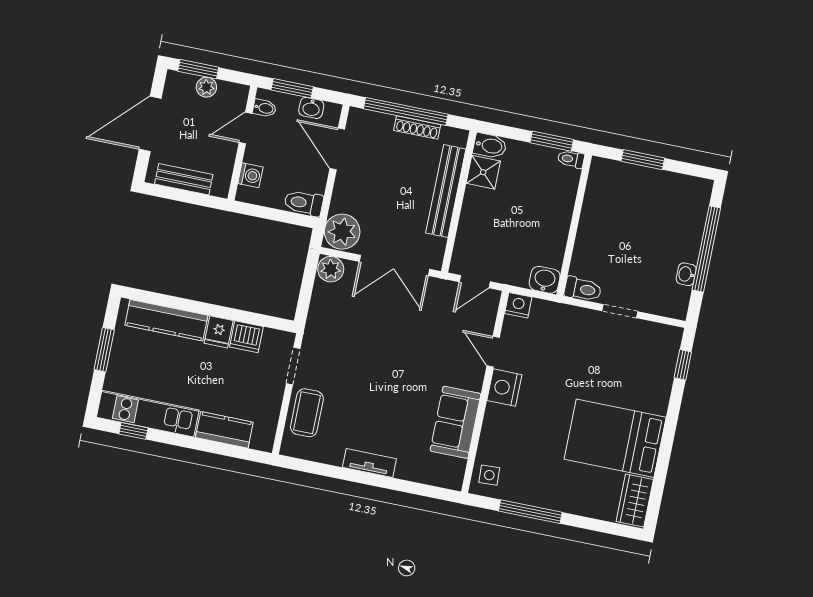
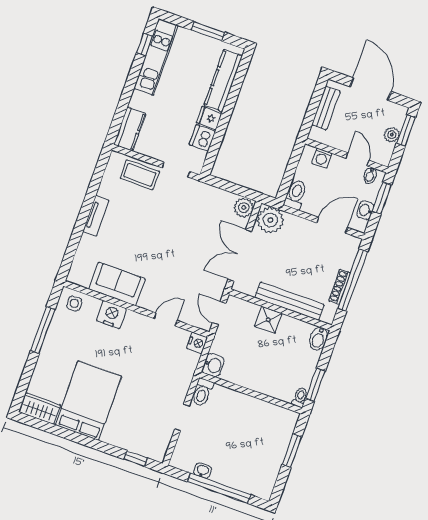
shower: (483, 172) -> (268, 320), moved
nightstand: (504, 388) -> (111, 315), moved
kitchen counter: (224, 430) -> (130, 129), moved

